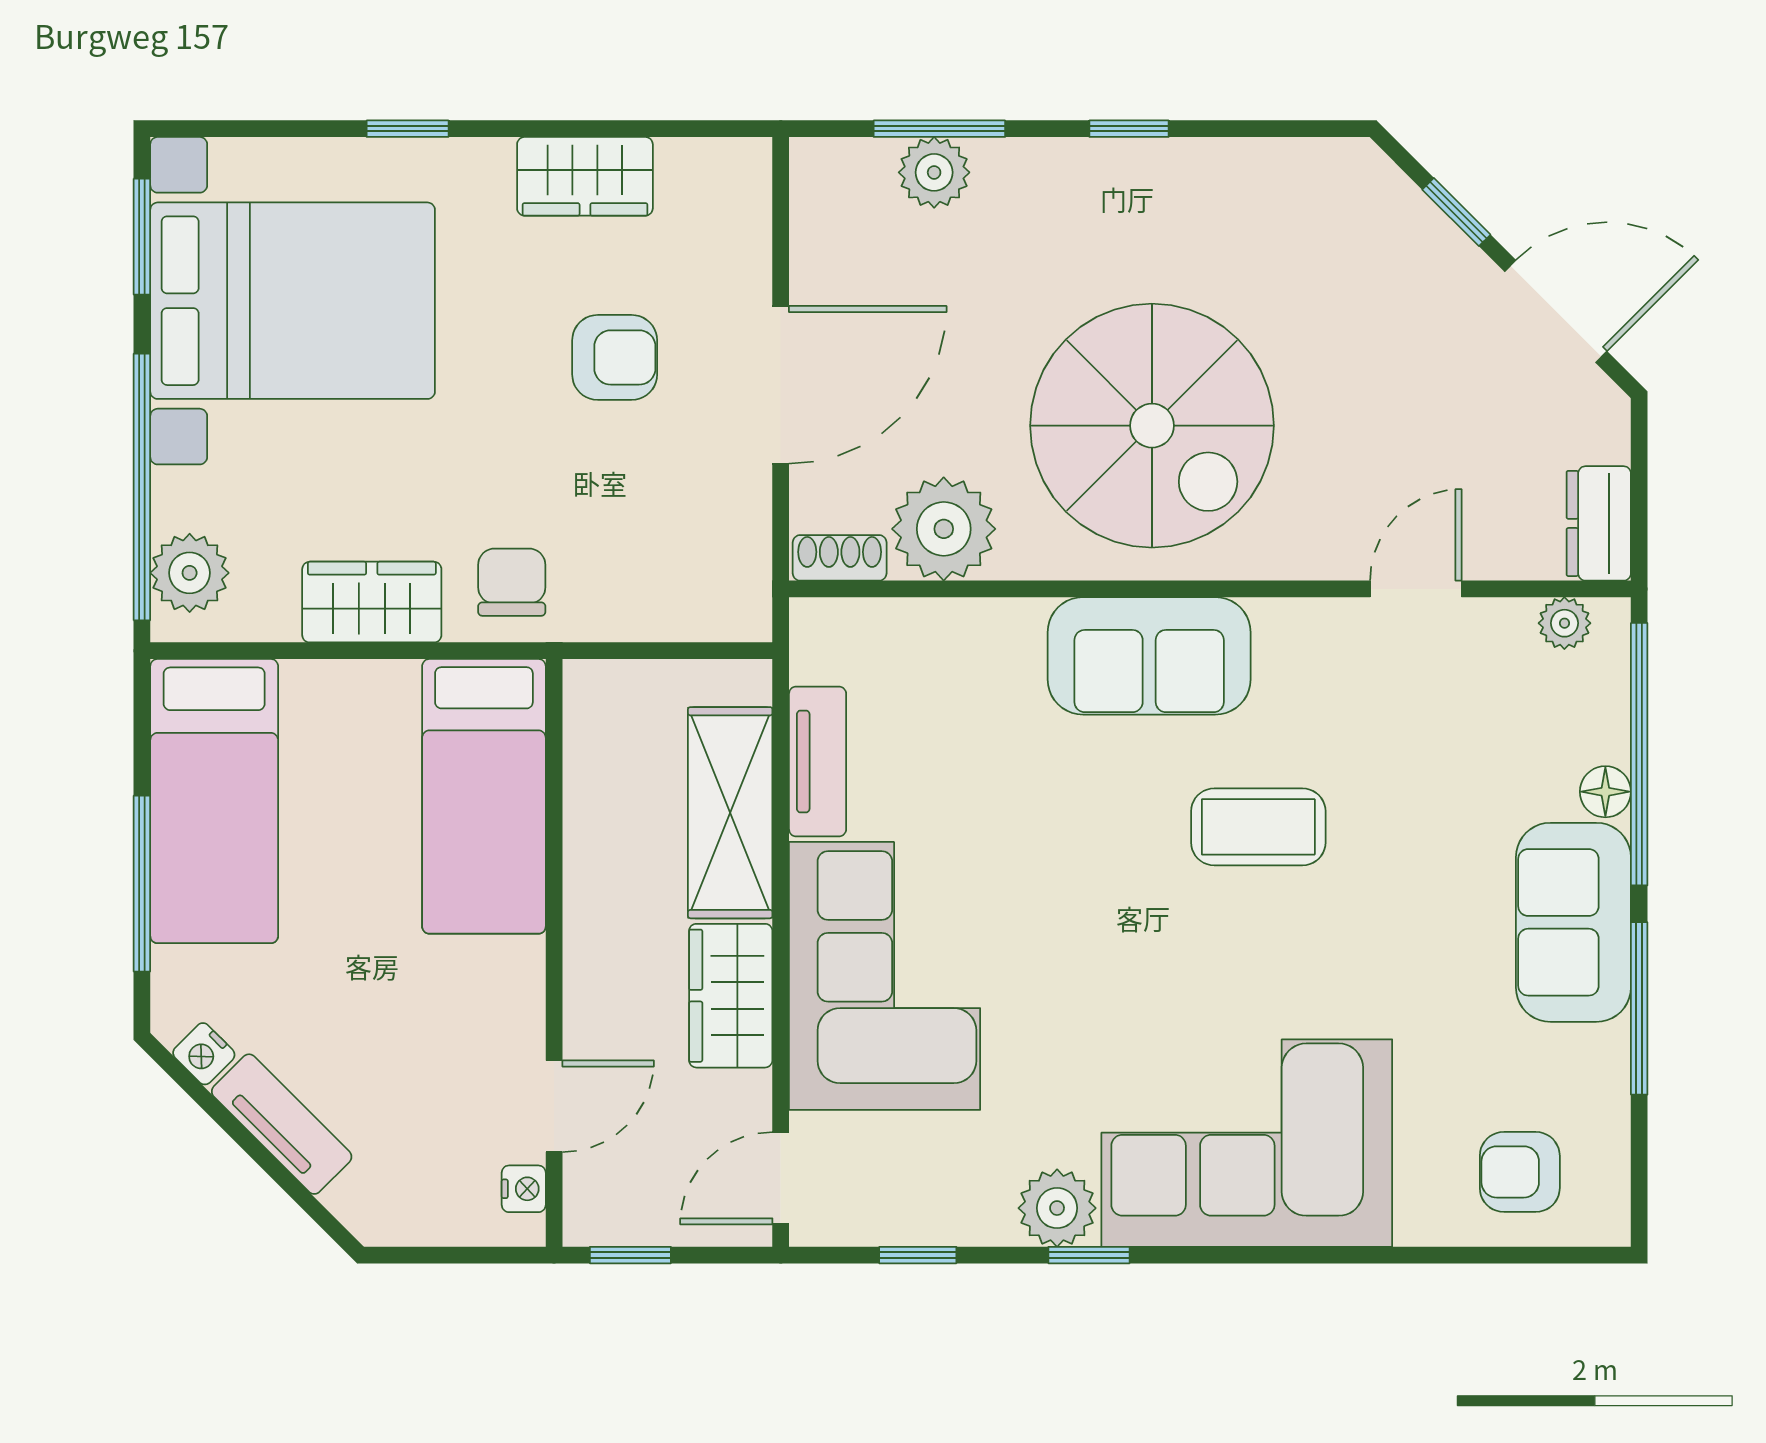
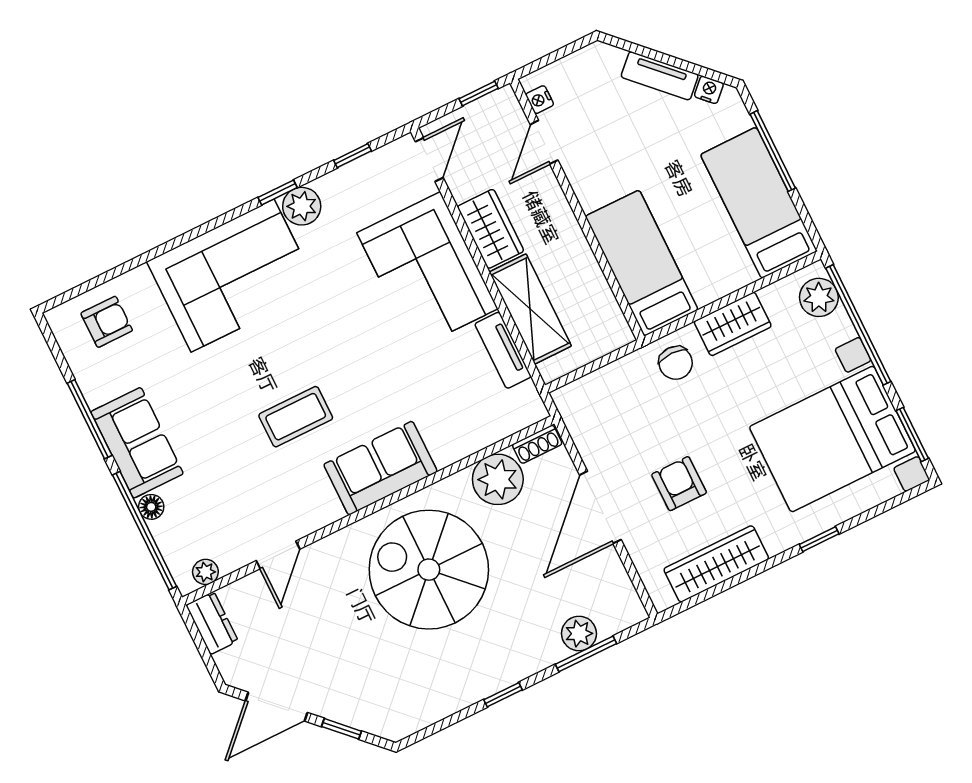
wardrobe: (585, 176) -> (716, 564), width x1.50
armchair: (615, 357) -> (679, 484), turned 90

